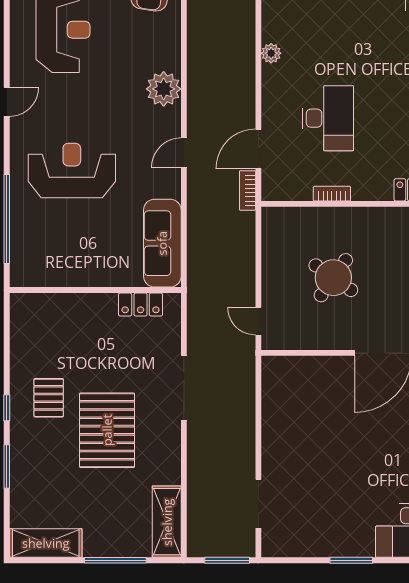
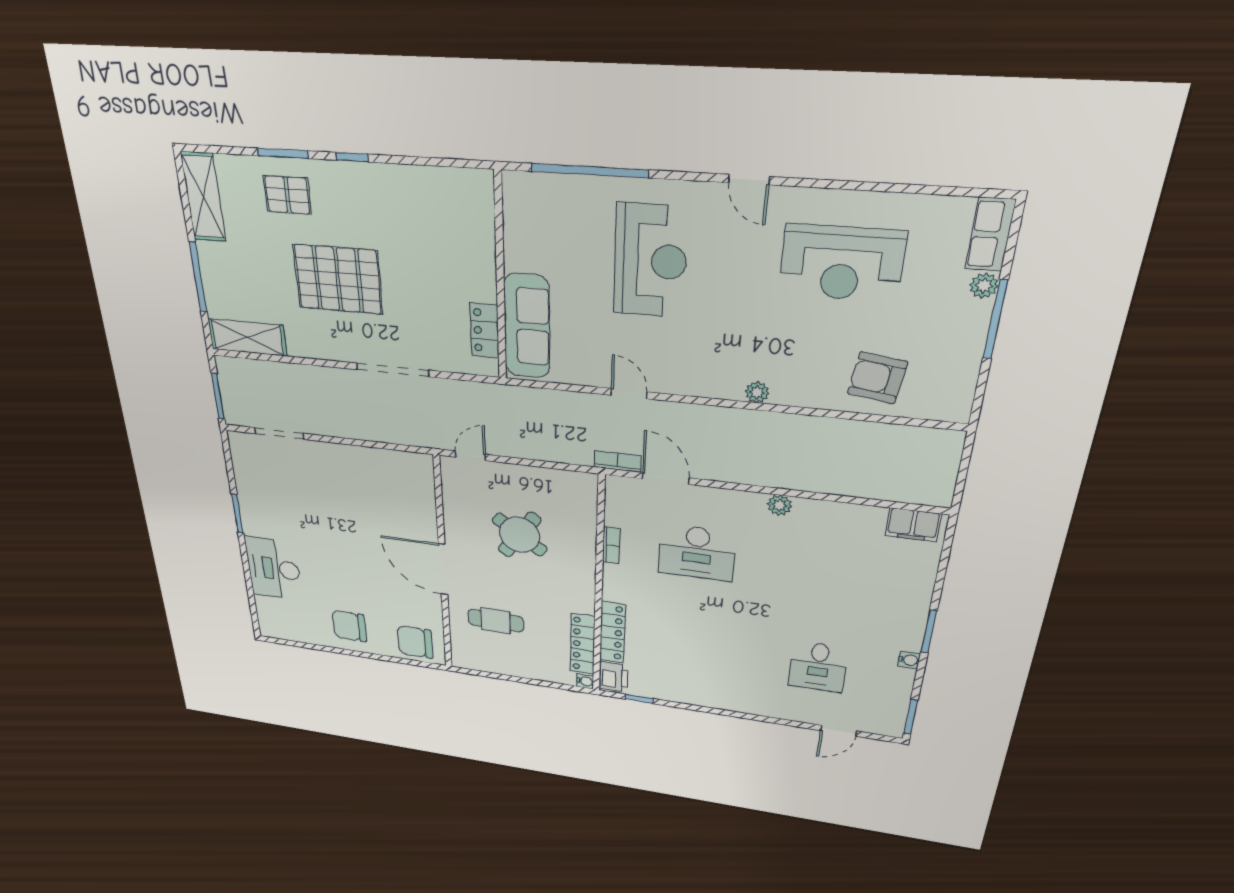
plant: (164, 89) -> (757, 392), width x0.53, depth x0.53
door: (184, 153) -> (629, 394), moved
sofa: (162, 243) -> (527, 326), moved, turned 90
pallet: (49, 398) -> (287, 195), moved

